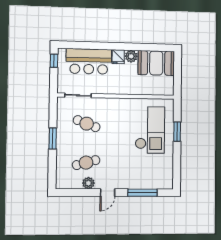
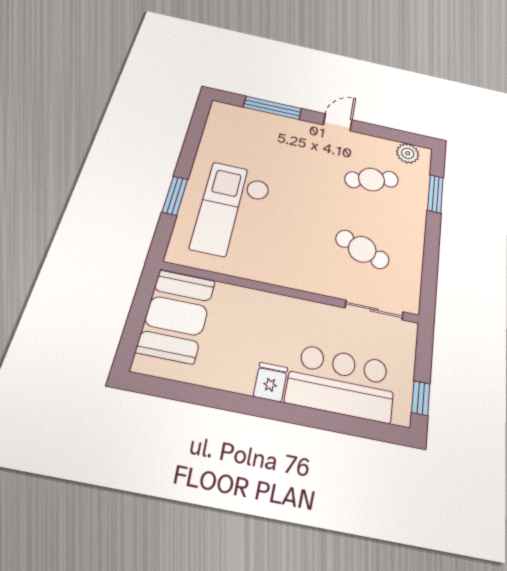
plant: (131, 56) -> (239, 378), removed
booth: (156, 63) -> (176, 316), moved, turned 90
window: (53, 138) -> (435, 194), moved
plant: (88, 183) -> (408, 153), moved

